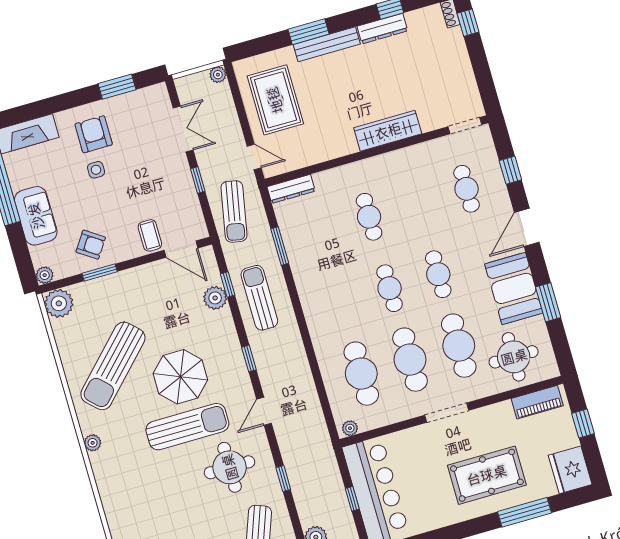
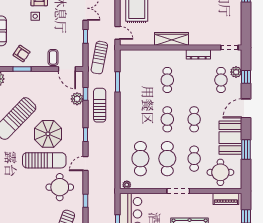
wardrobe: (388, 131) -> (172, 39), moved
plant: (490, 166) -> (236, 72), added
dresser: (291, 189) -> (198, 54), moved
cafe table: (459, 346) -> (194, 159), width x0.73, depth x0.74

